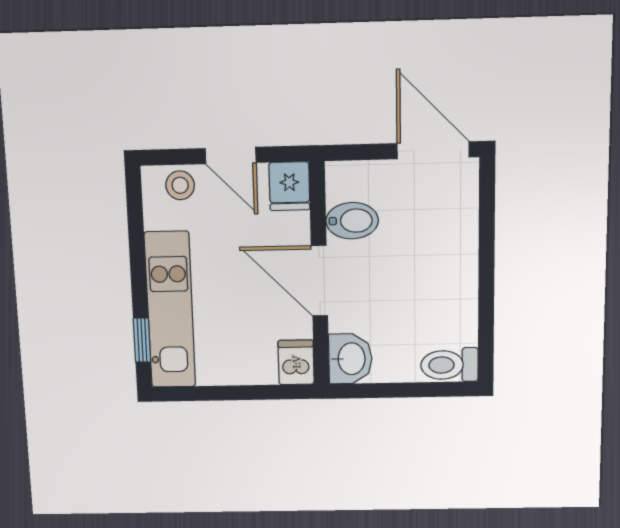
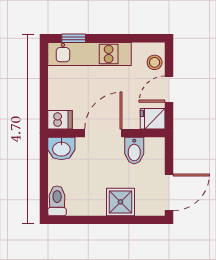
shower: (452, 245) -> (120, 202), added

